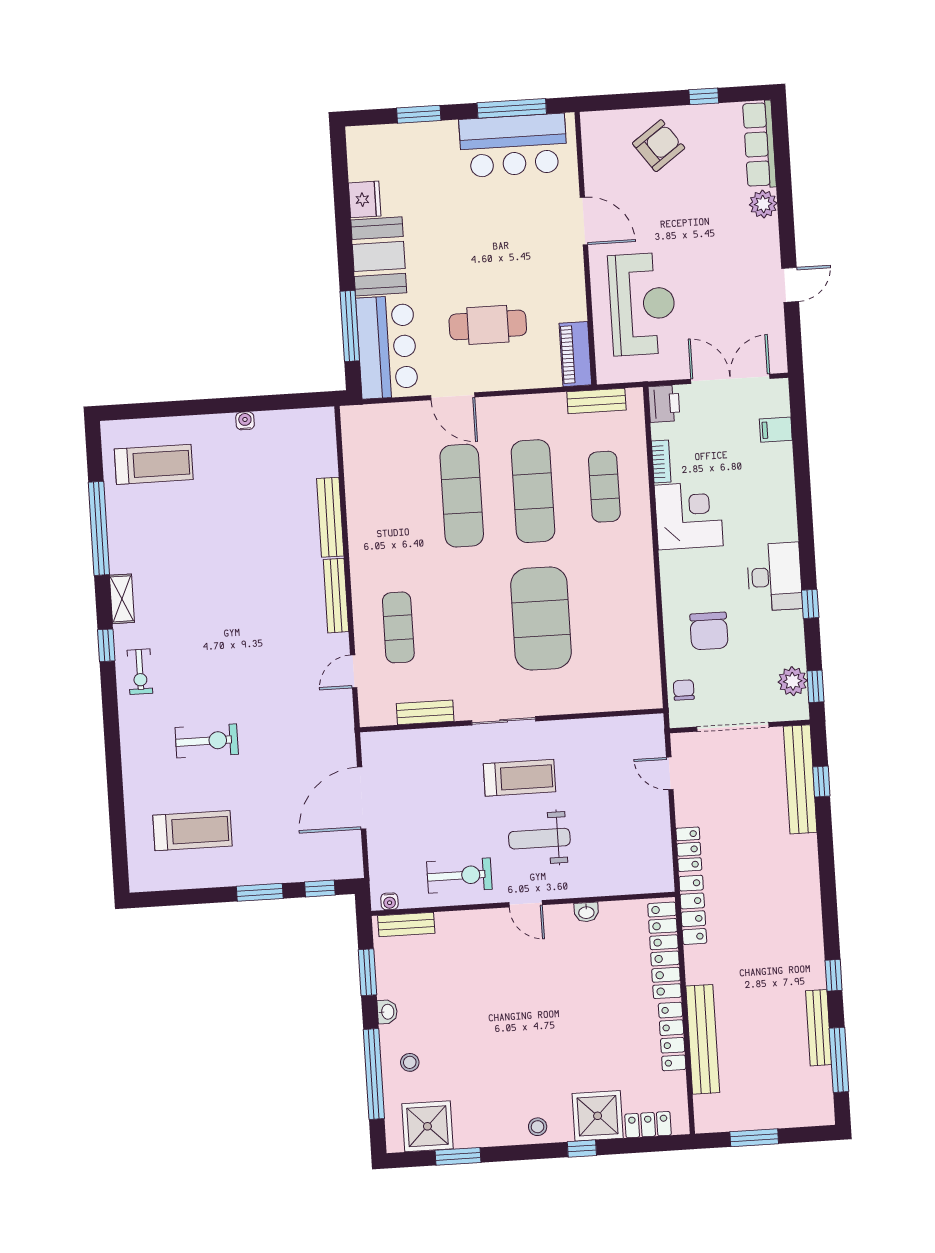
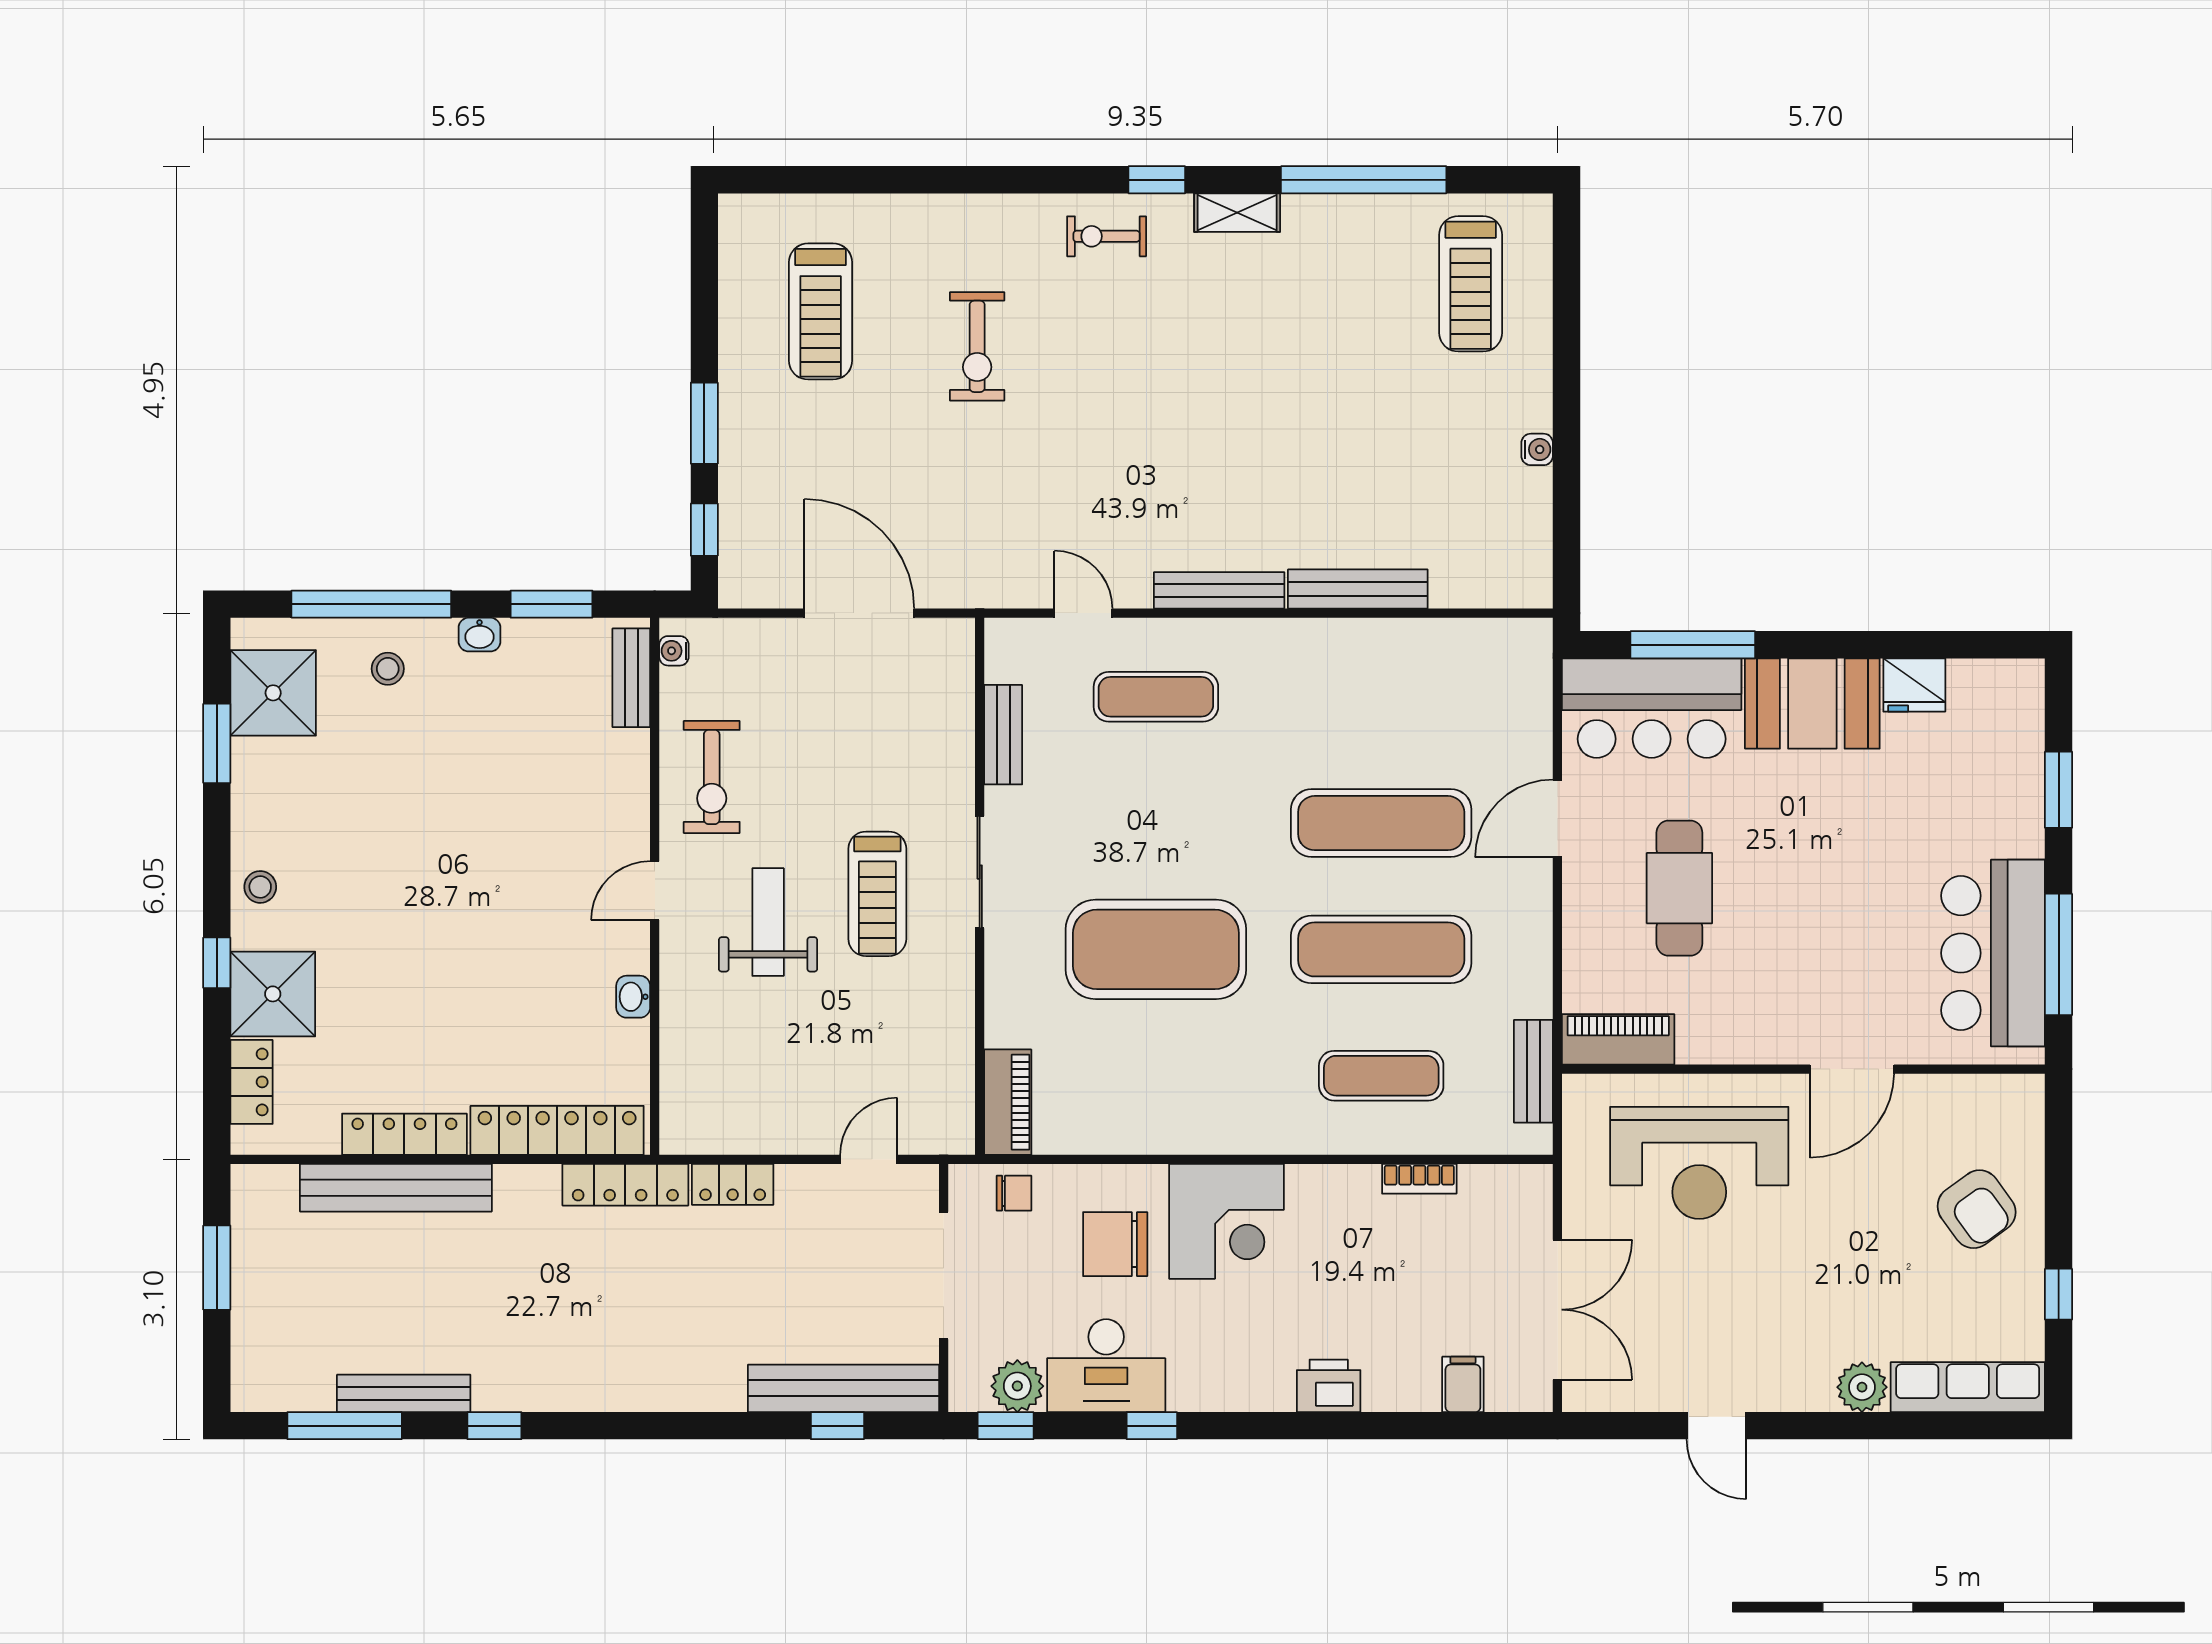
printer: (664, 404) -> (1329, 1386), moved, turned 180
corner desk: (689, 516) -> (1226, 1221), moved
desk: (774, 577) -> (1106, 1366), moved
piano: (633, 697) -> (1008, 1102), added

